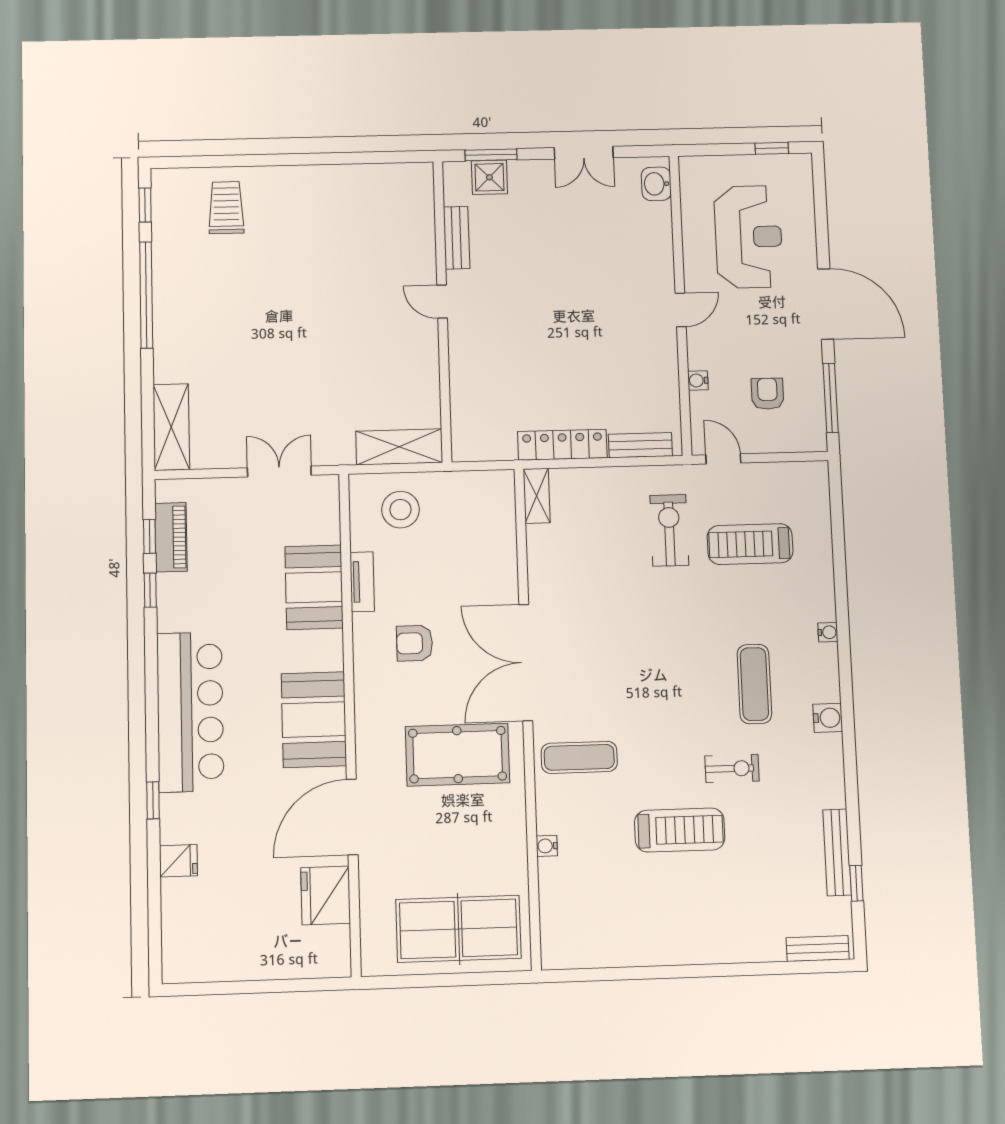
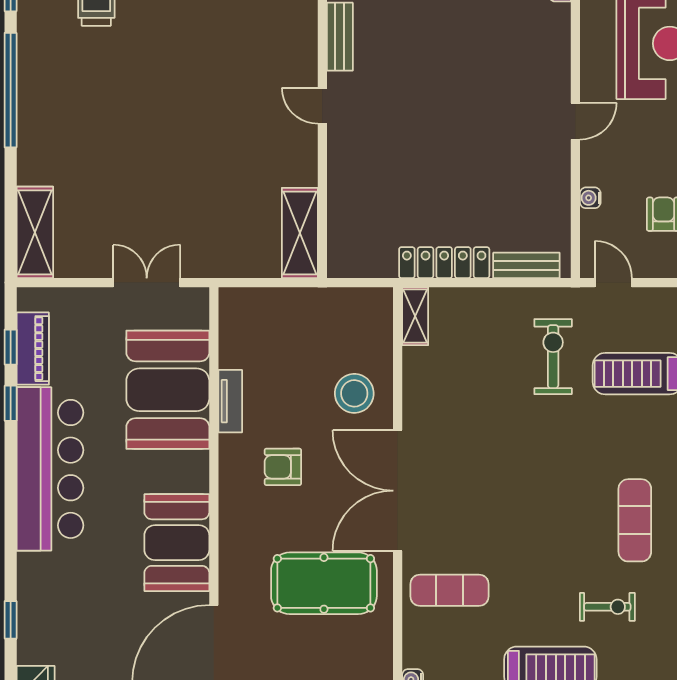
shelving: (399, 447) -> (300, 233), moved, turned 90
stool: (400, 510) -> (354, 393), moved
booth: (314, 587) -> (168, 390), width x1.36, depth x1.42
bar counter: (190, 712) -> (50, 469), moved

